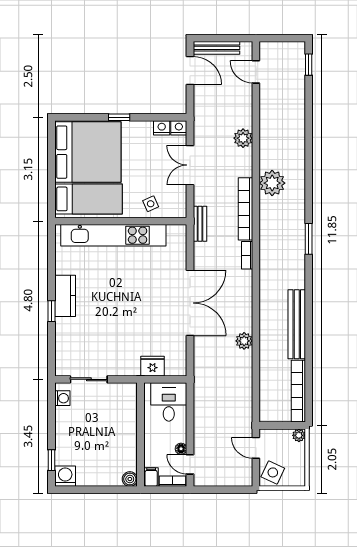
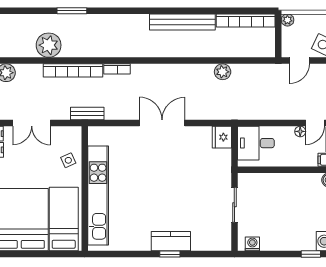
window: (309, 239) -> (72, 11), moved
kitchen counter: (65, 296) -> (171, 241), moved
double door: (190, 303) -> (162, 123), width x0.73
plant: (244, 341) -> (223, 72), moved
fridge: (153, 366) -> (222, 137), moved
sliding door: (89, 379) -> (234, 205), moved

